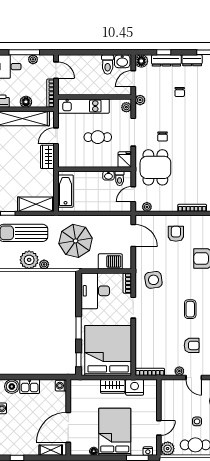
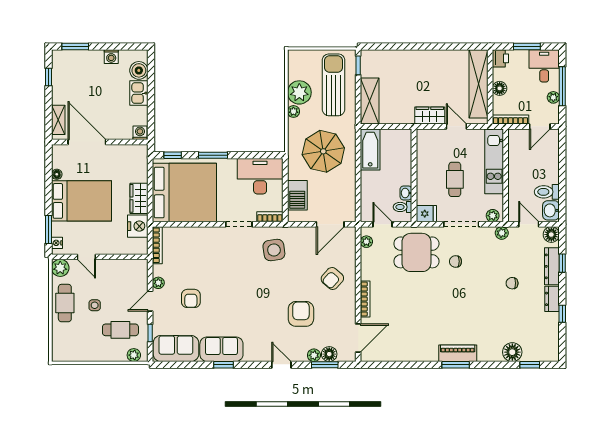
bathtub: (65, 191) -> (370, 149), moved, turned -90
armchair: (176, 234) -> (332, 278), turned 132
coffee table: (190, 309) -> (237, 297), removed

